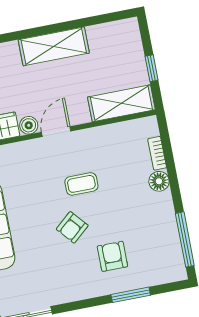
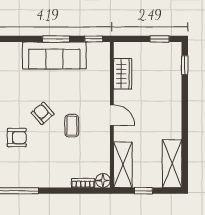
shelving: (54, 46) -> (172, 164), moved
boiler: (29, 125) -> (120, 97), removed
floor lamp: (159, 181) -> (103, 180), moved

